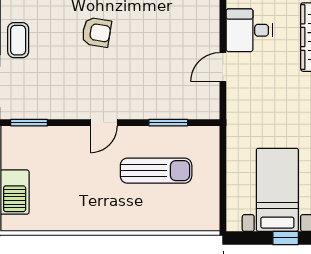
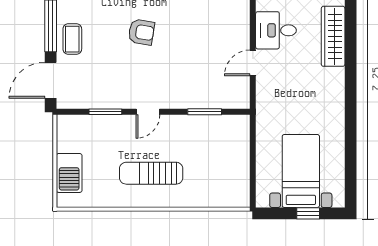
window: (29, 123) -> (105, 112), moved
sun lounger: (156, 171) -> (151, 173), moved, turned 180

